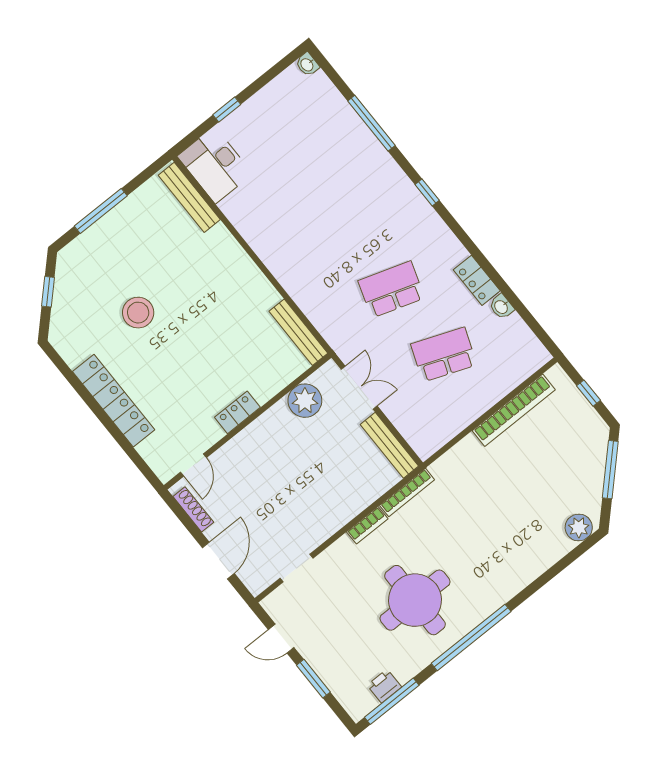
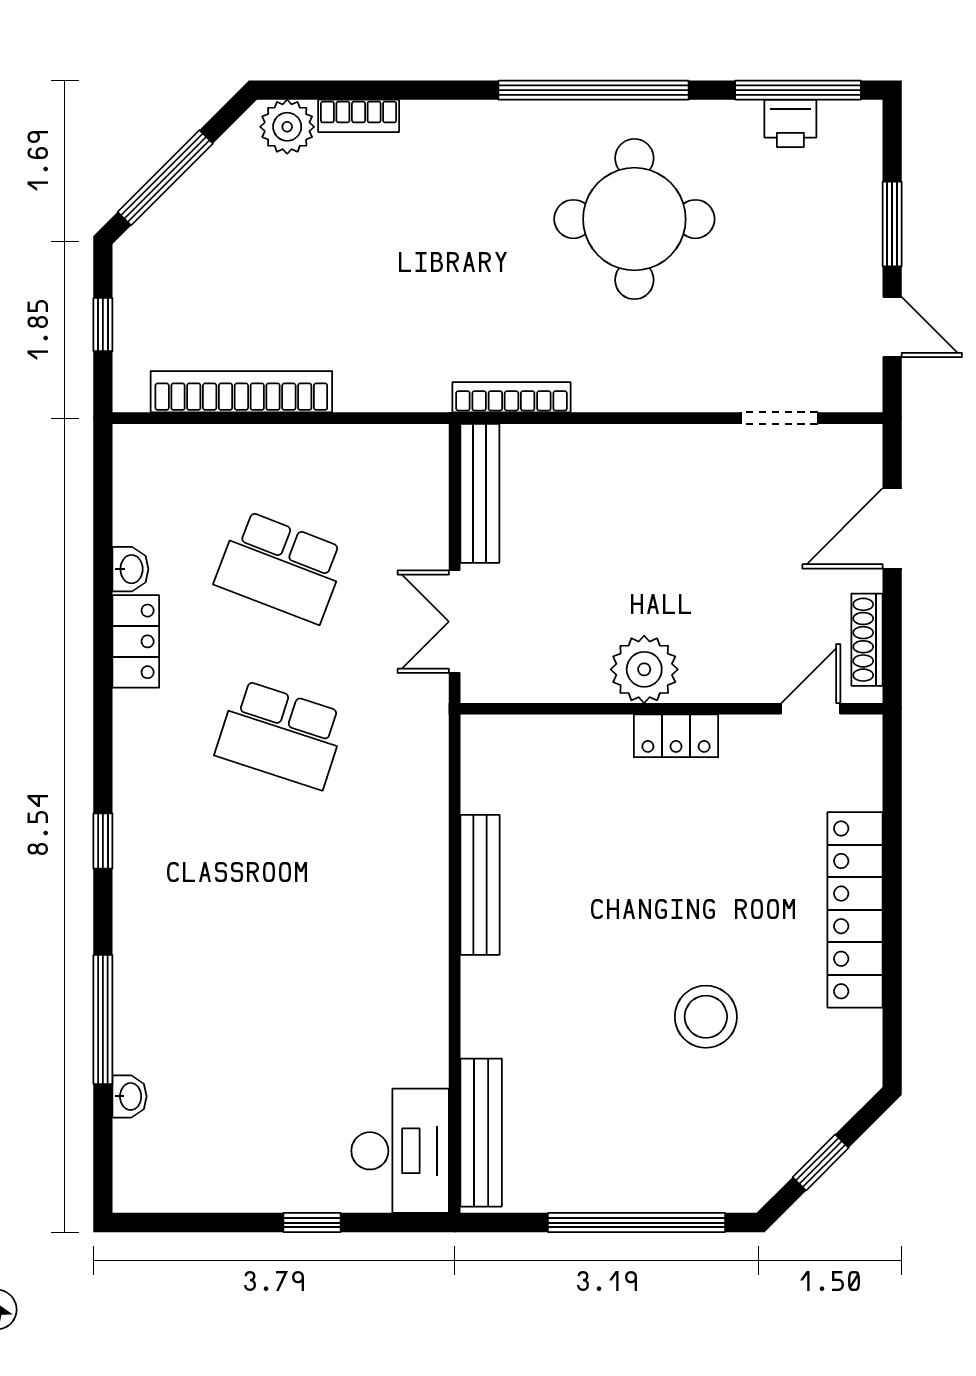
washbasin: (307, 65) -> (130, 1096), moved
window: (101, 211) -> (637, 1223), width x1.46
bench: (298, 332) -> (480, 885), moved
plant: (305, 401) -> (644, 669), moved
bookcase: (367, 525) -> (359, 116), moved, turned 180

